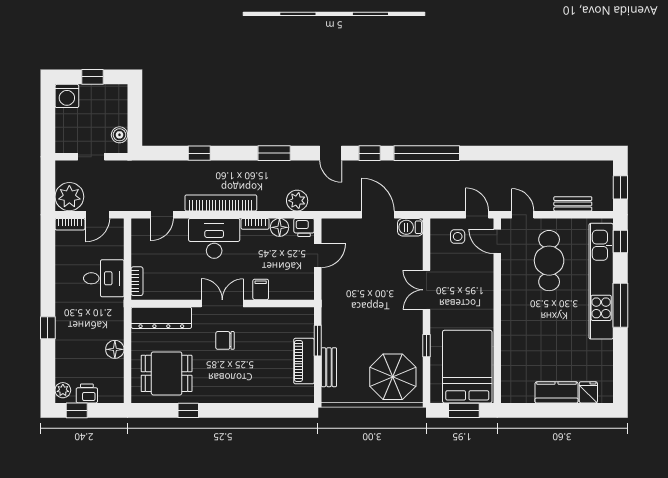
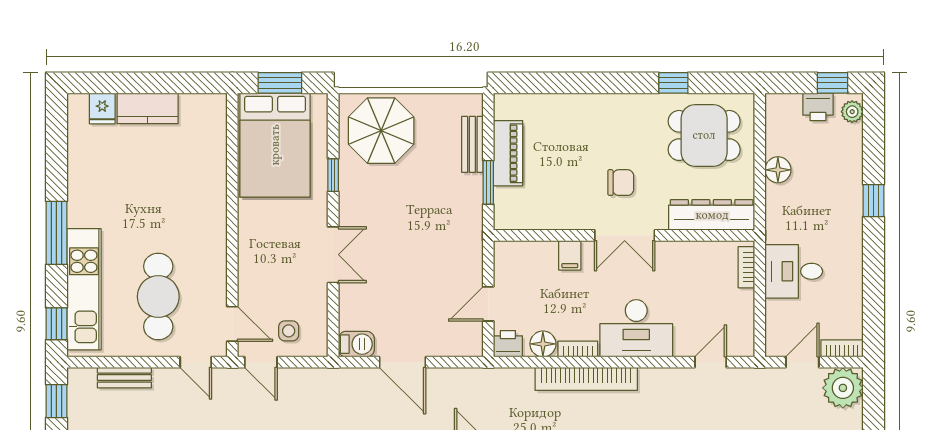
plant: (297, 201) -> (518, 382), removed
bookcase: (221, 203) -> (586, 379), moved
kitchen unit: (601, 281) -> (84, 289), width x0.73

